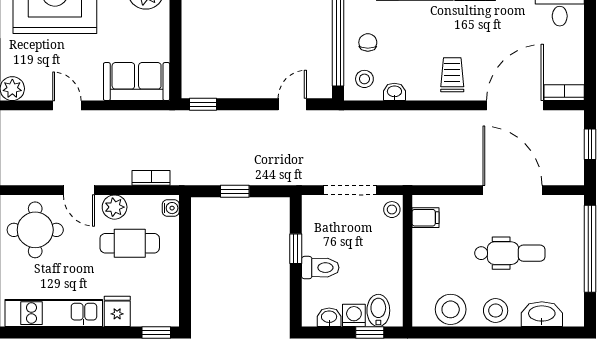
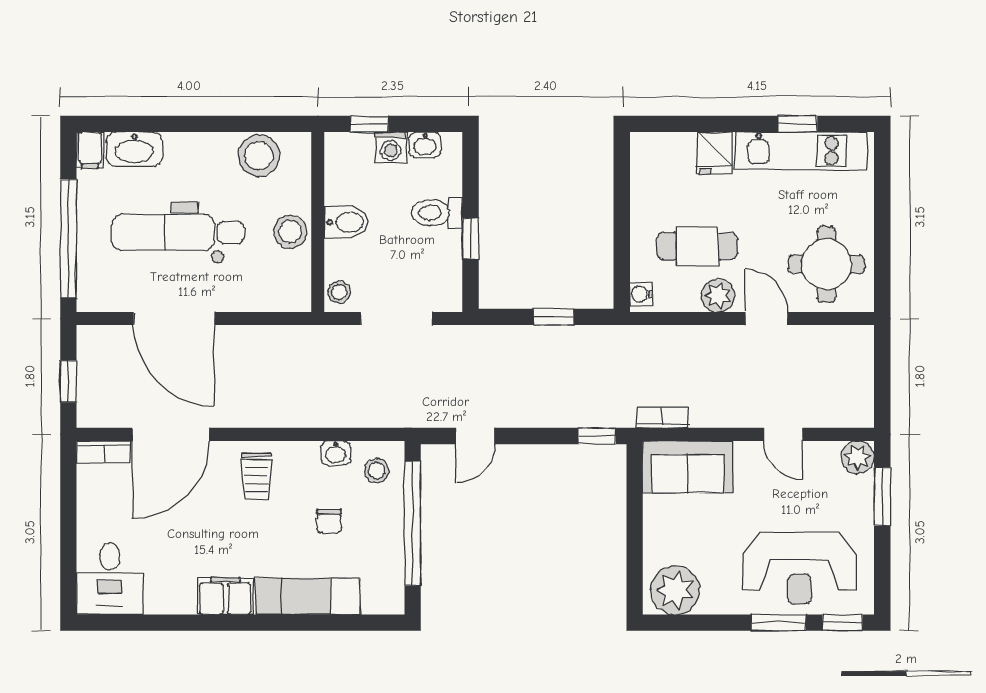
chair: (368, 42) -> (329, 521), moved
bookcase: (151, 178) -> (662, 418), moved, turned 180
filing cabinet: (425, 218) -> (90, 150), moved, turned -90
dental chair: (510, 253) -> (178, 233), width x1.36, depth x1.38
bidet: (378, 310) -> (346, 222), moved, turned -90
stool: (496, 311) -> (290, 232), moved
window: (156, 333) -> (798, 124), moved

